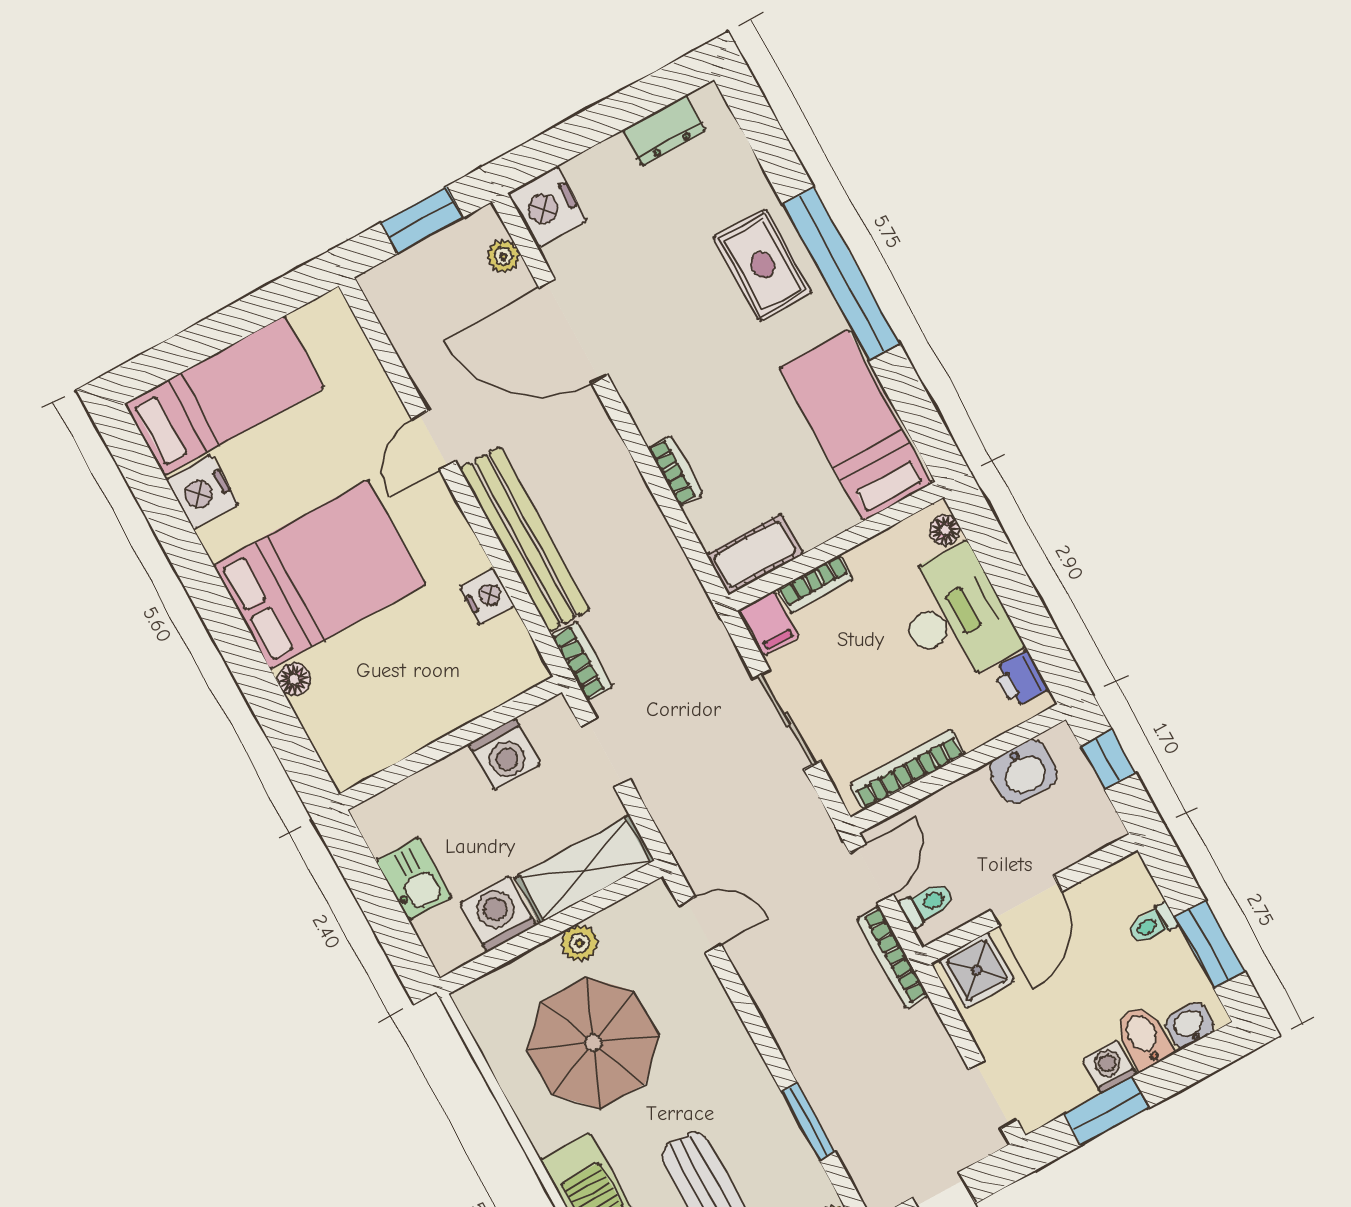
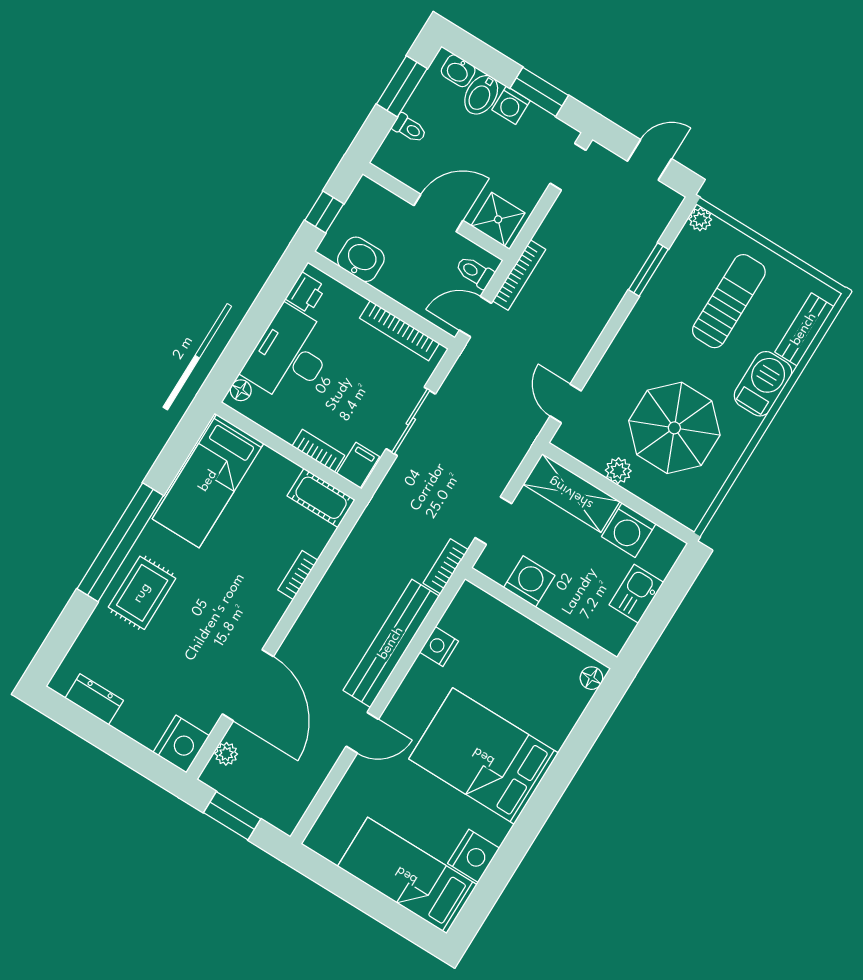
floor lamp: (294, 679) -> (591, 678), moved

